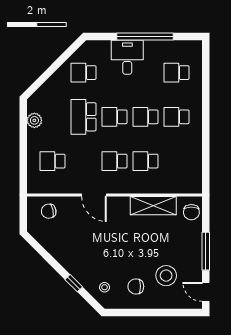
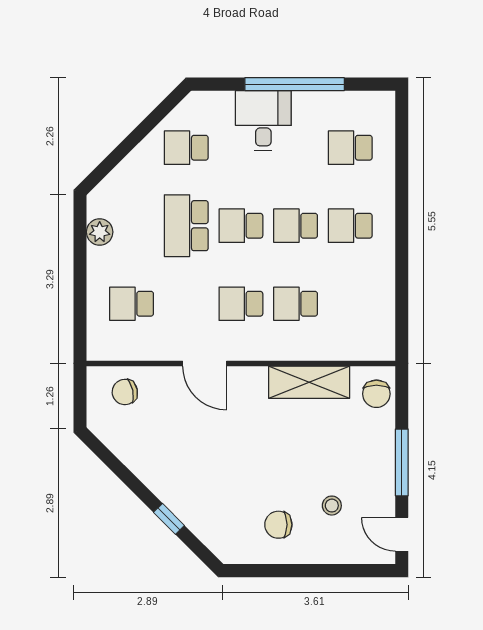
stool: (166, 276) -> (332, 506), width x0.53, depth x0.53
stool: (104, 287) -> (223, 526), removed

